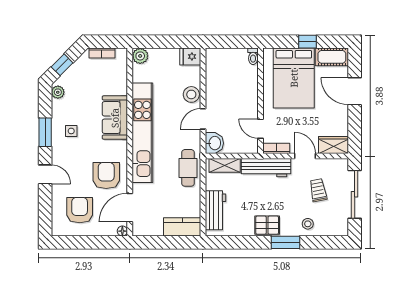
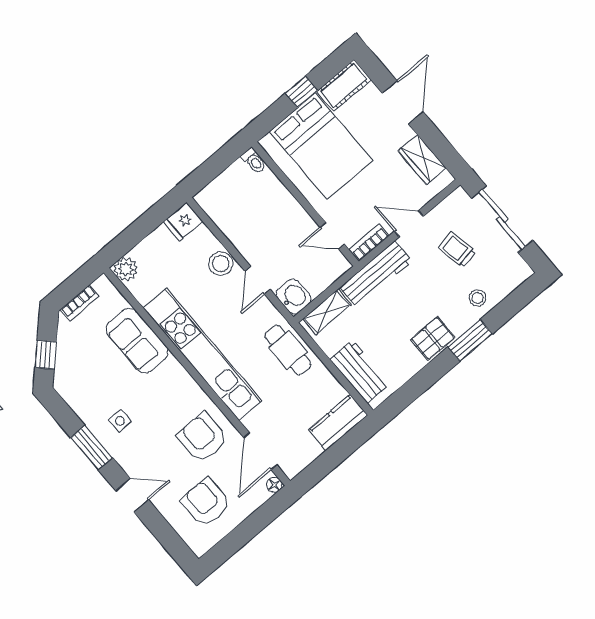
door: (355, 91) -> (403, 102), swing flipped
plant: (58, 92) -> (67, 390), removed
sofa: (115, 118) -> (137, 341), moved
wardrobe: (333, 145) -> (422, 159), moved, turned -90

